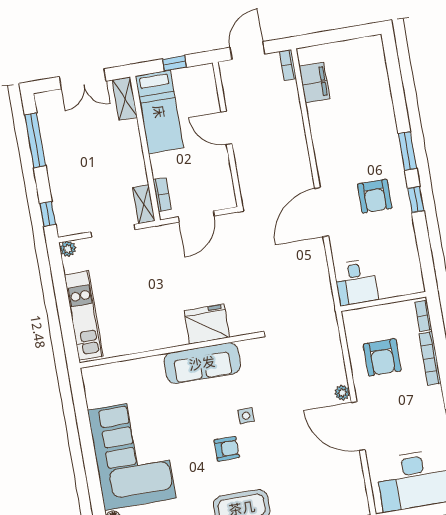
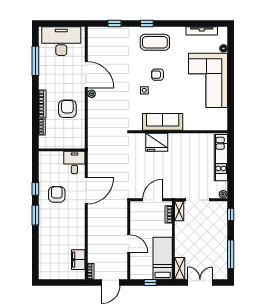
desk: (356, 282) -> (74, 162), moved
wall: (383, 301) -> (62, 150), moved

